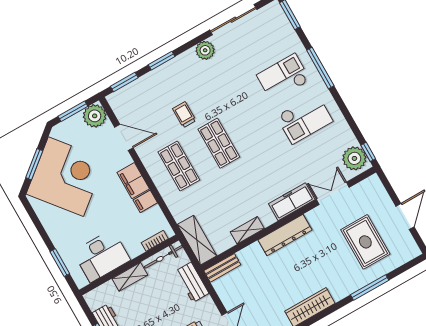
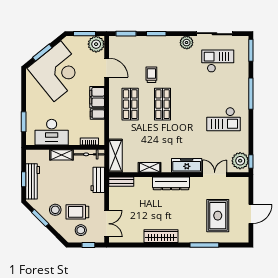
checkout: (283, 78) -> (218, 61), moved

